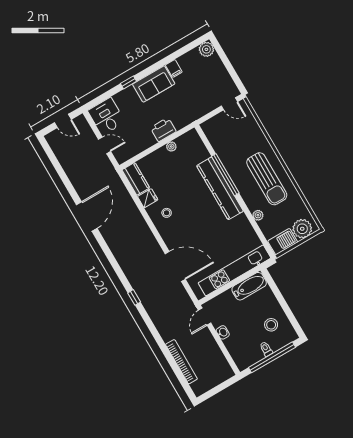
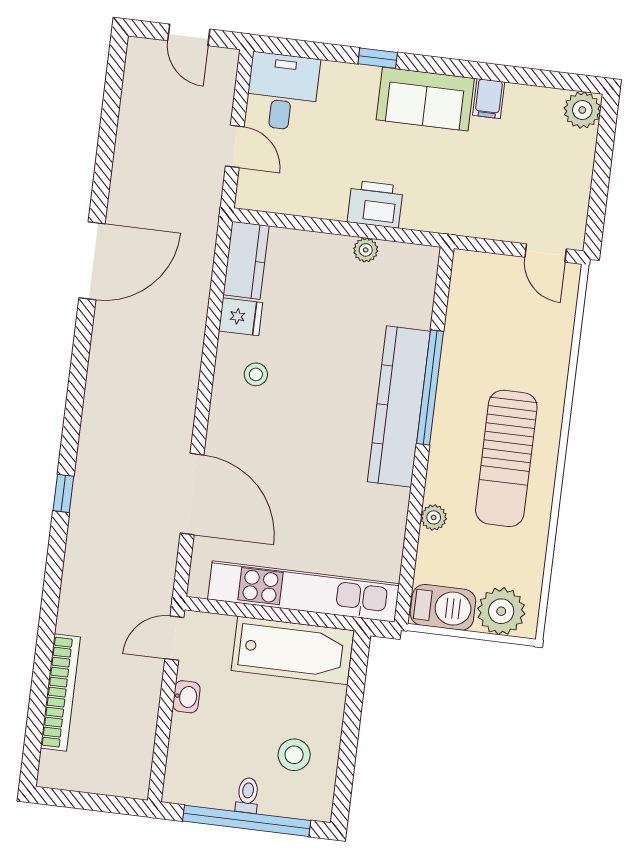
bathtub: (249, 286) -> (293, 650), width x1.36, depth x1.36

